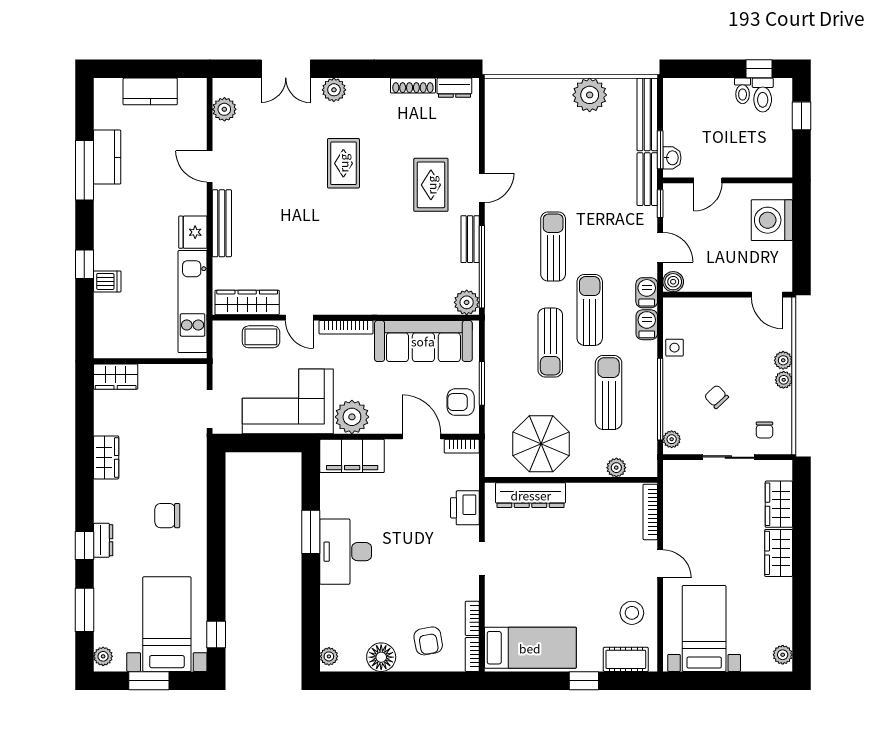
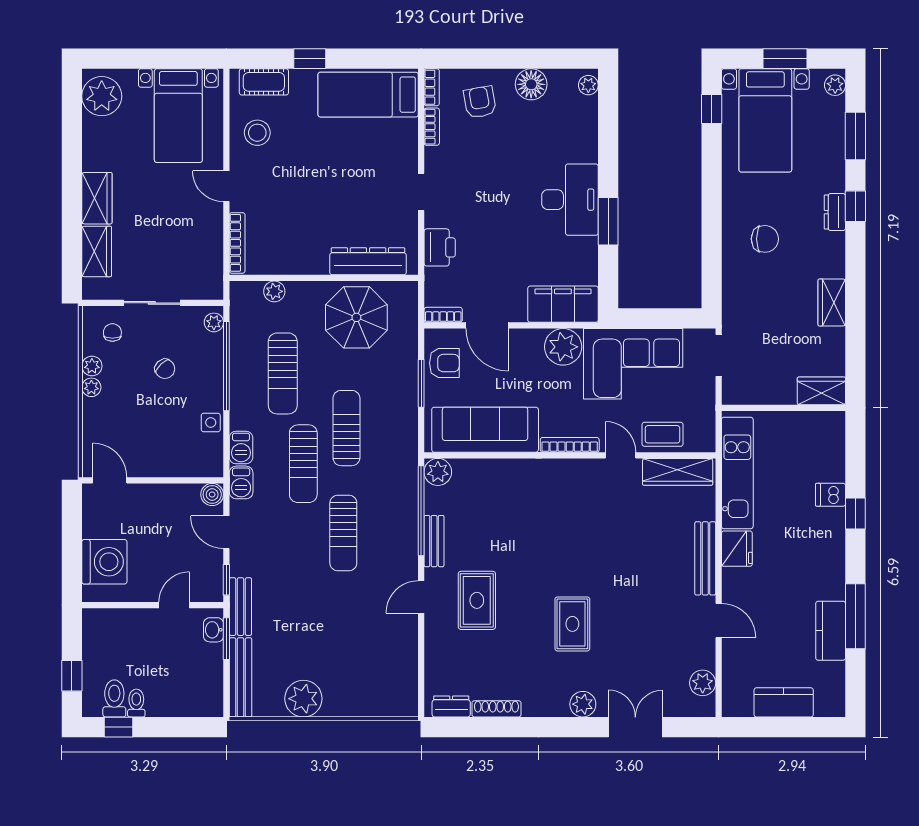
plant: (783, 360) -> (92, 366), moved
plant: (783, 655) -> (102, 96), width x1.88, depth x1.88

